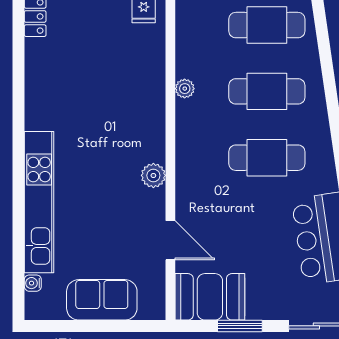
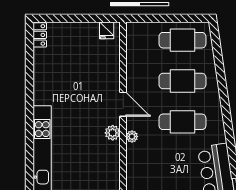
plant: (185, 89) -> (132, 136), moved
door: (170, 240) -> (123, 104), moved

